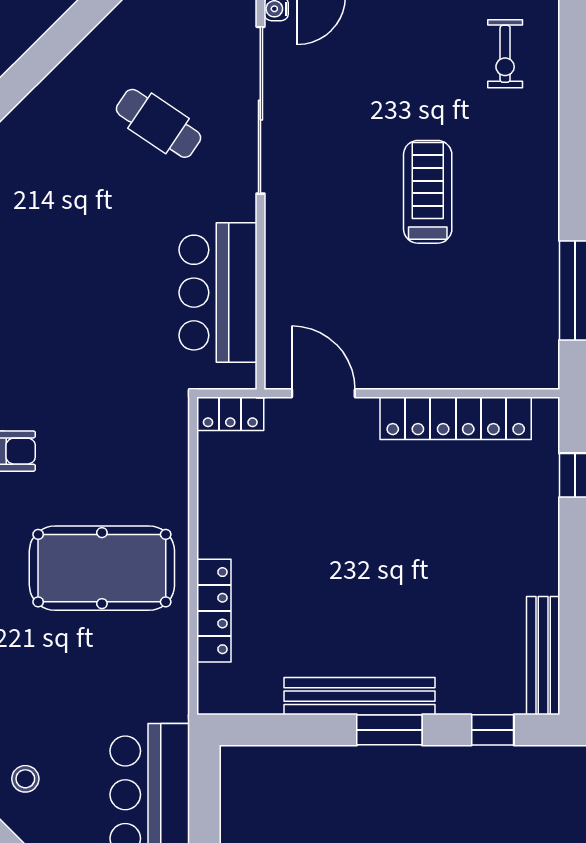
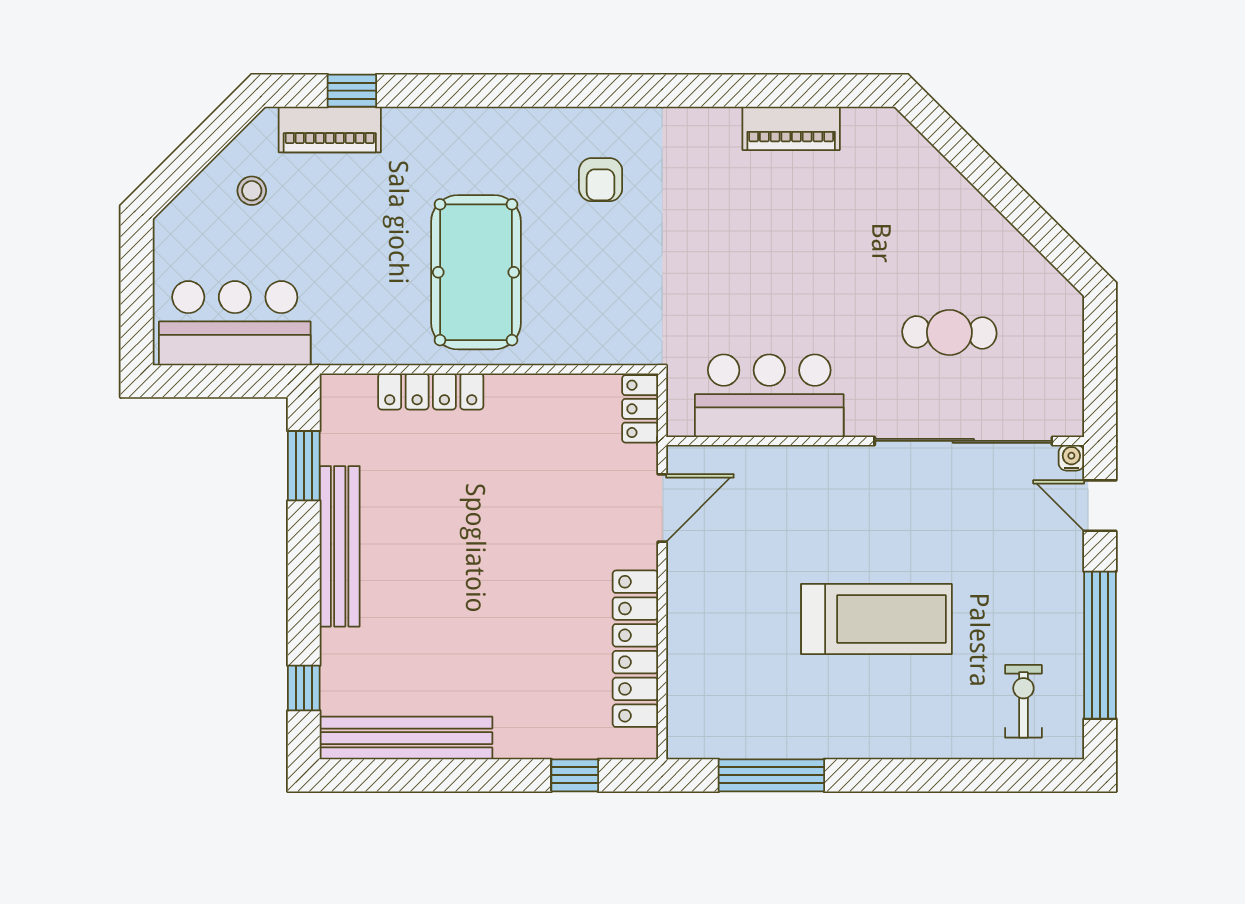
exercise bike: (505, 54) -> (1023, 701), turned 90
cafe table: (159, 123) -> (949, 332), turned 57
treadmill: (428, 192) -> (876, 619), width x1.37, depth x1.38
bench: (543, 656) -> (406, 738), width x1.37, depth x1.21
window: (389, 730) -> (304, 466), moved

